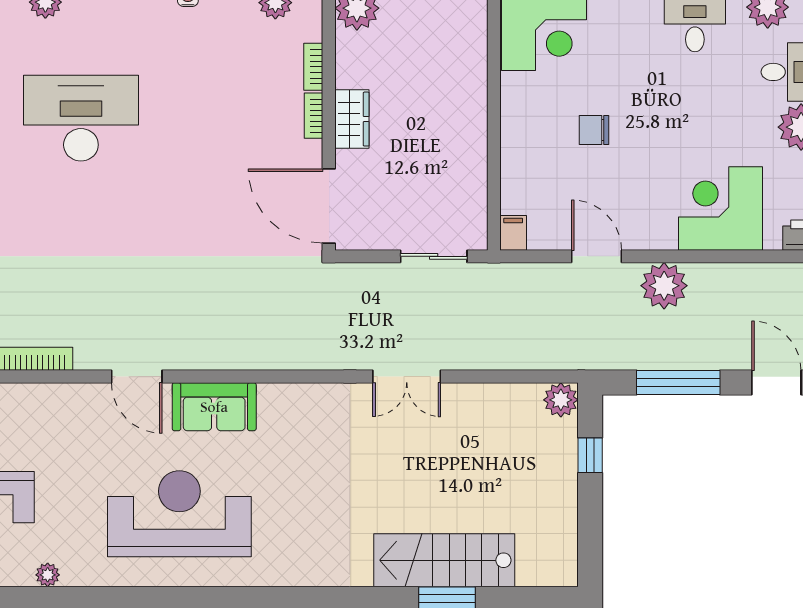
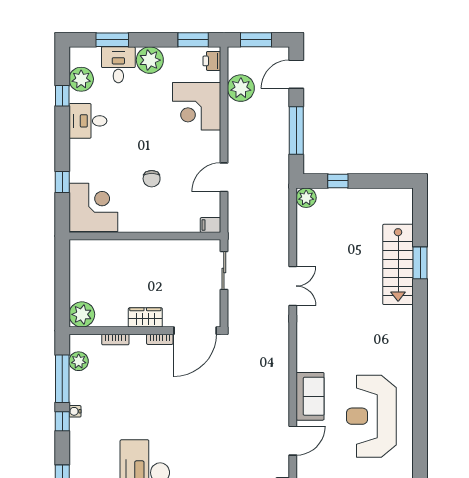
bookcase: (314, 116) -> (160, 339), moved
plant: (664, 286) -> (241, 88), moved

